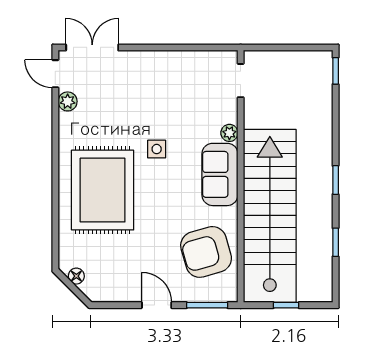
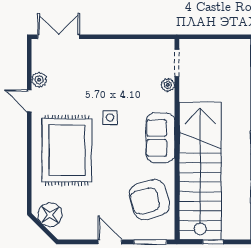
door: (55, 74) -> (29, 101), moved
plant: (229, 133) -> (168, 85), moved
floor lamp: (76, 276) -> (50, 215), width x1.89, depth x1.89

